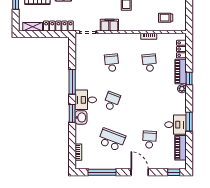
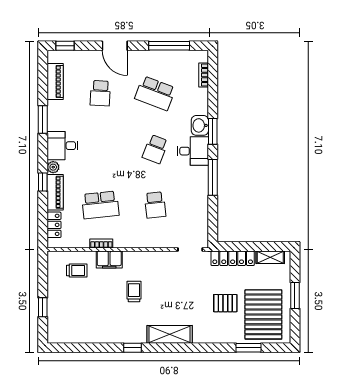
filing cabinet: (109, 25) -> (109, 260), moved
school desk: (149, 63) -> (100, 205), width x1.85
desk: (175, 125) -> (63, 146), moved

